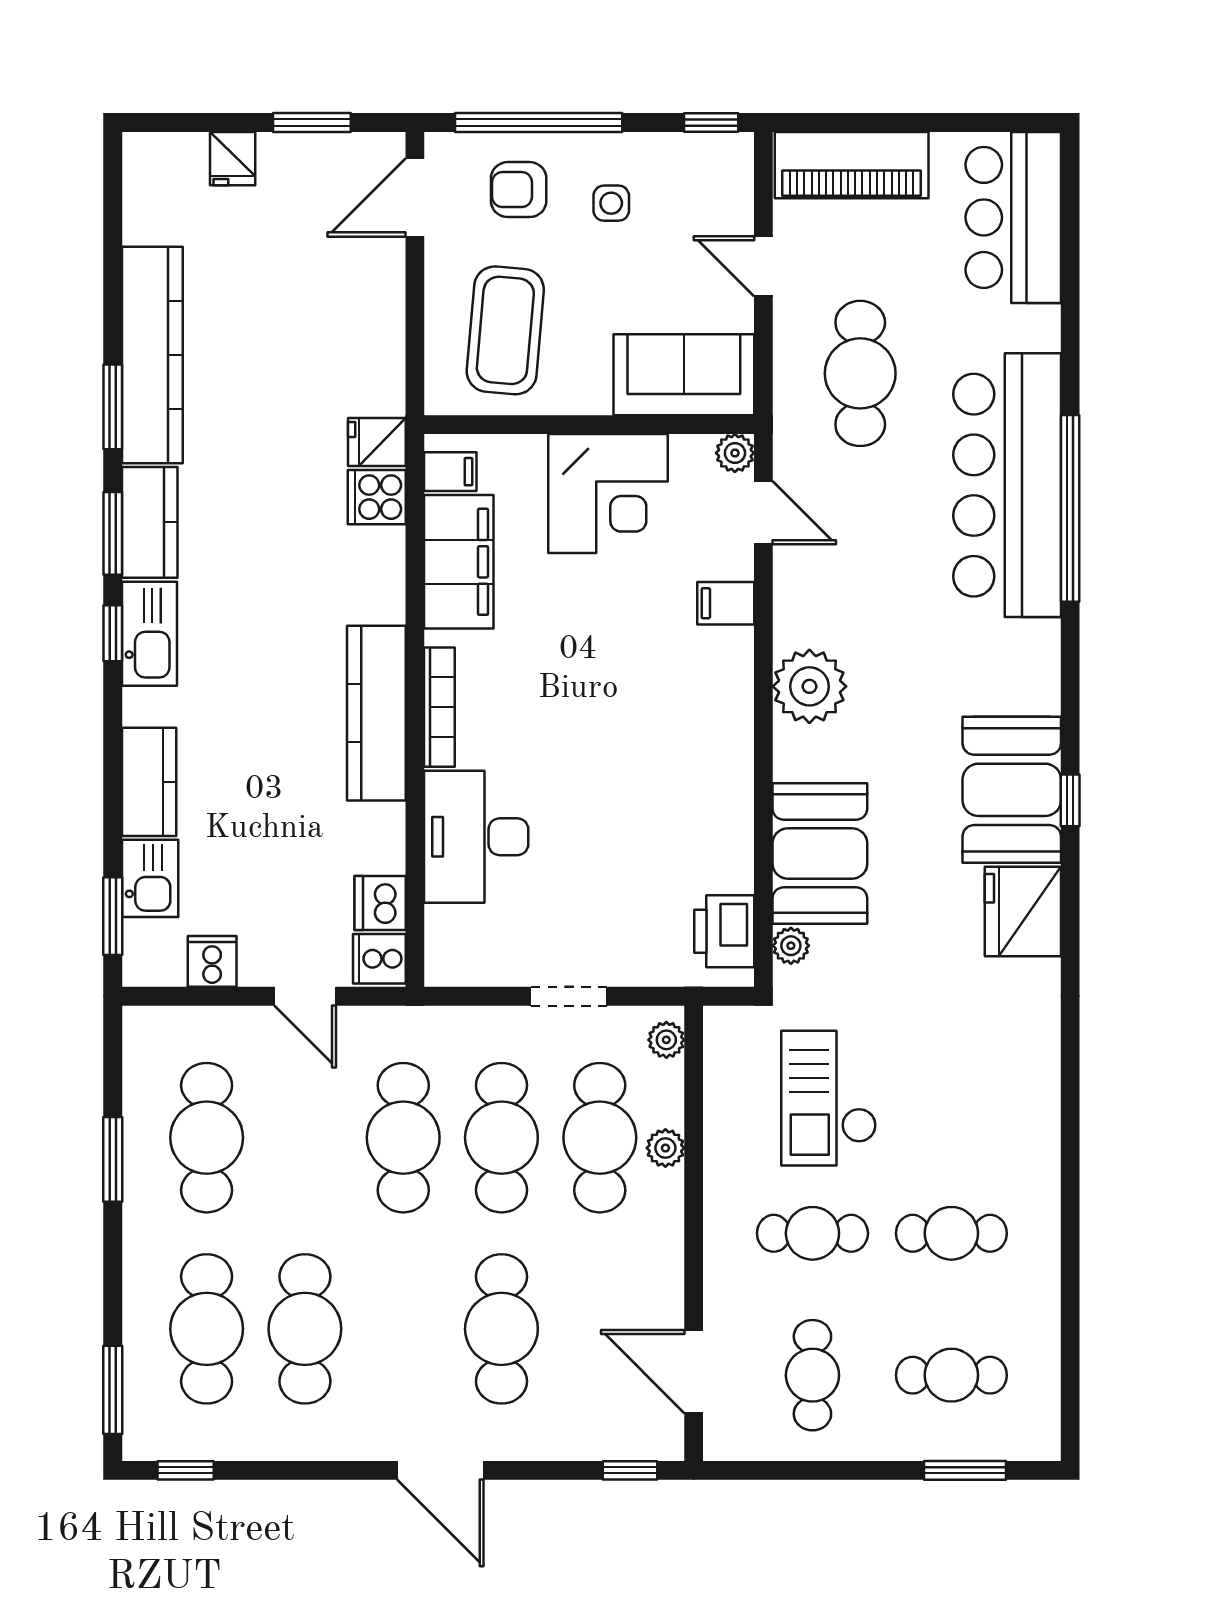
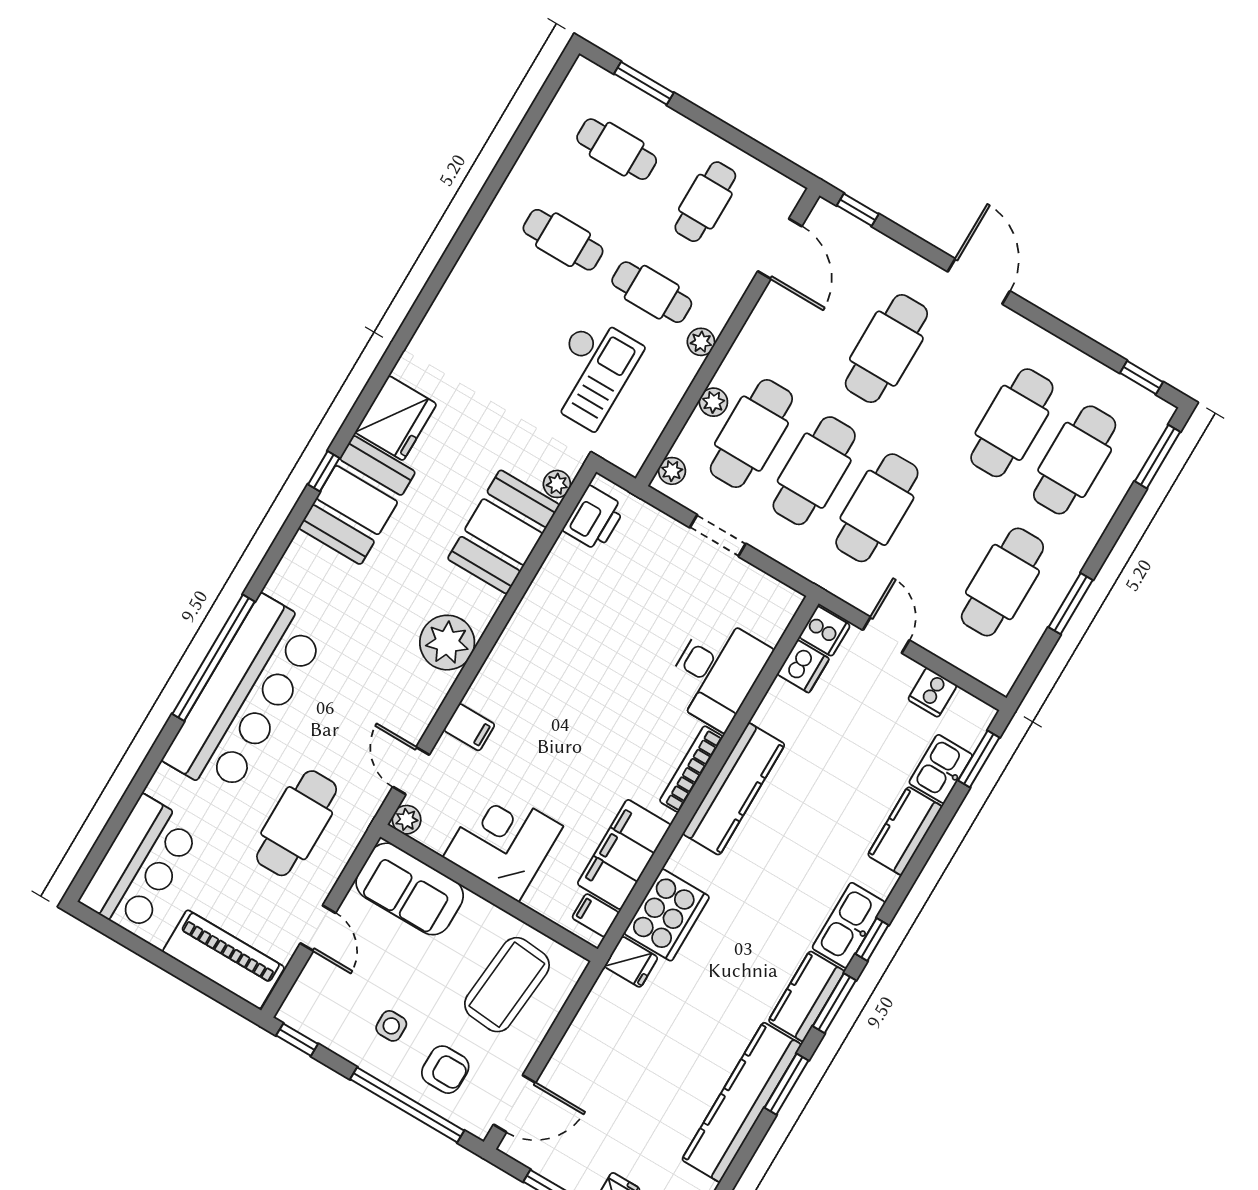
cooker: (377, 497) -> (667, 915), width x1.87, depth x1.31
plant: (721, 1209) -> (701, 342), added

